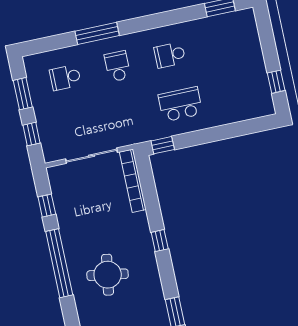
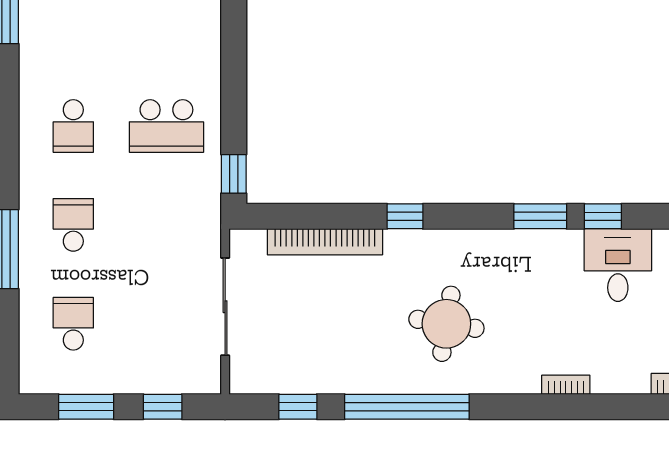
school desk: (118, 66) -> (73, 225), turned 90
school desk: (65, 77) -> (73, 324), turned 180
school desk: (180, 104) -> (166, 126), turned -90
bookcase: (133, 181) -> (325, 242), moved

